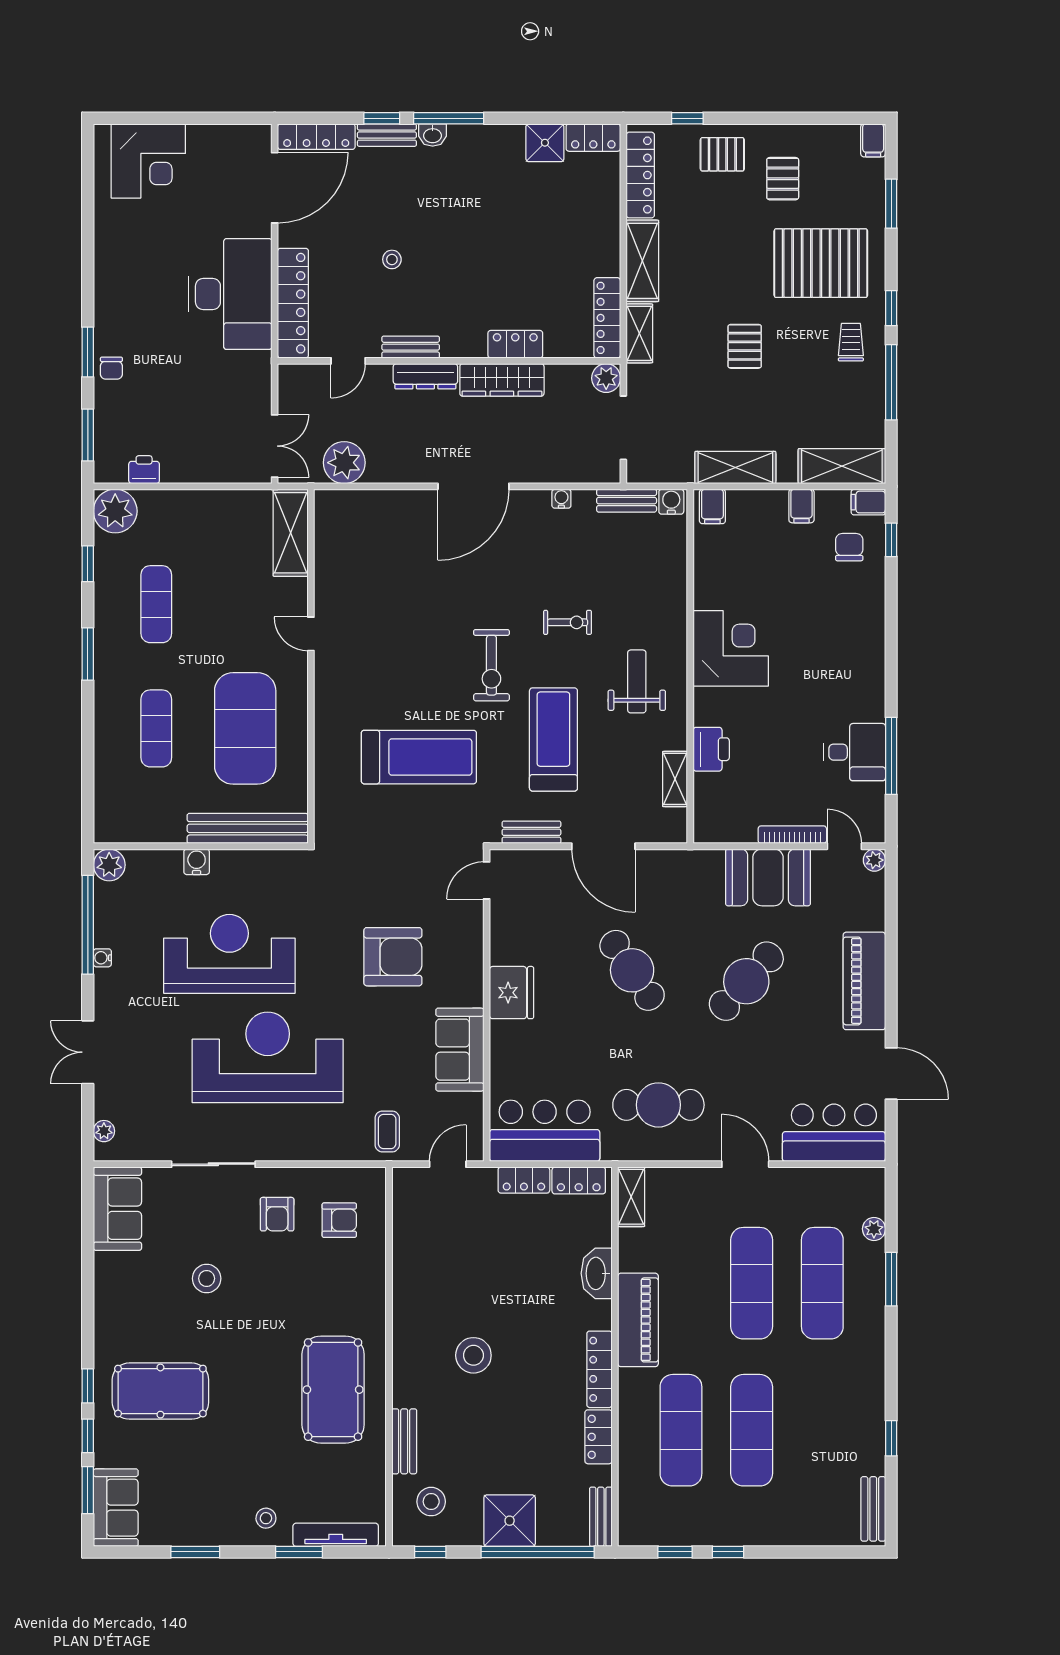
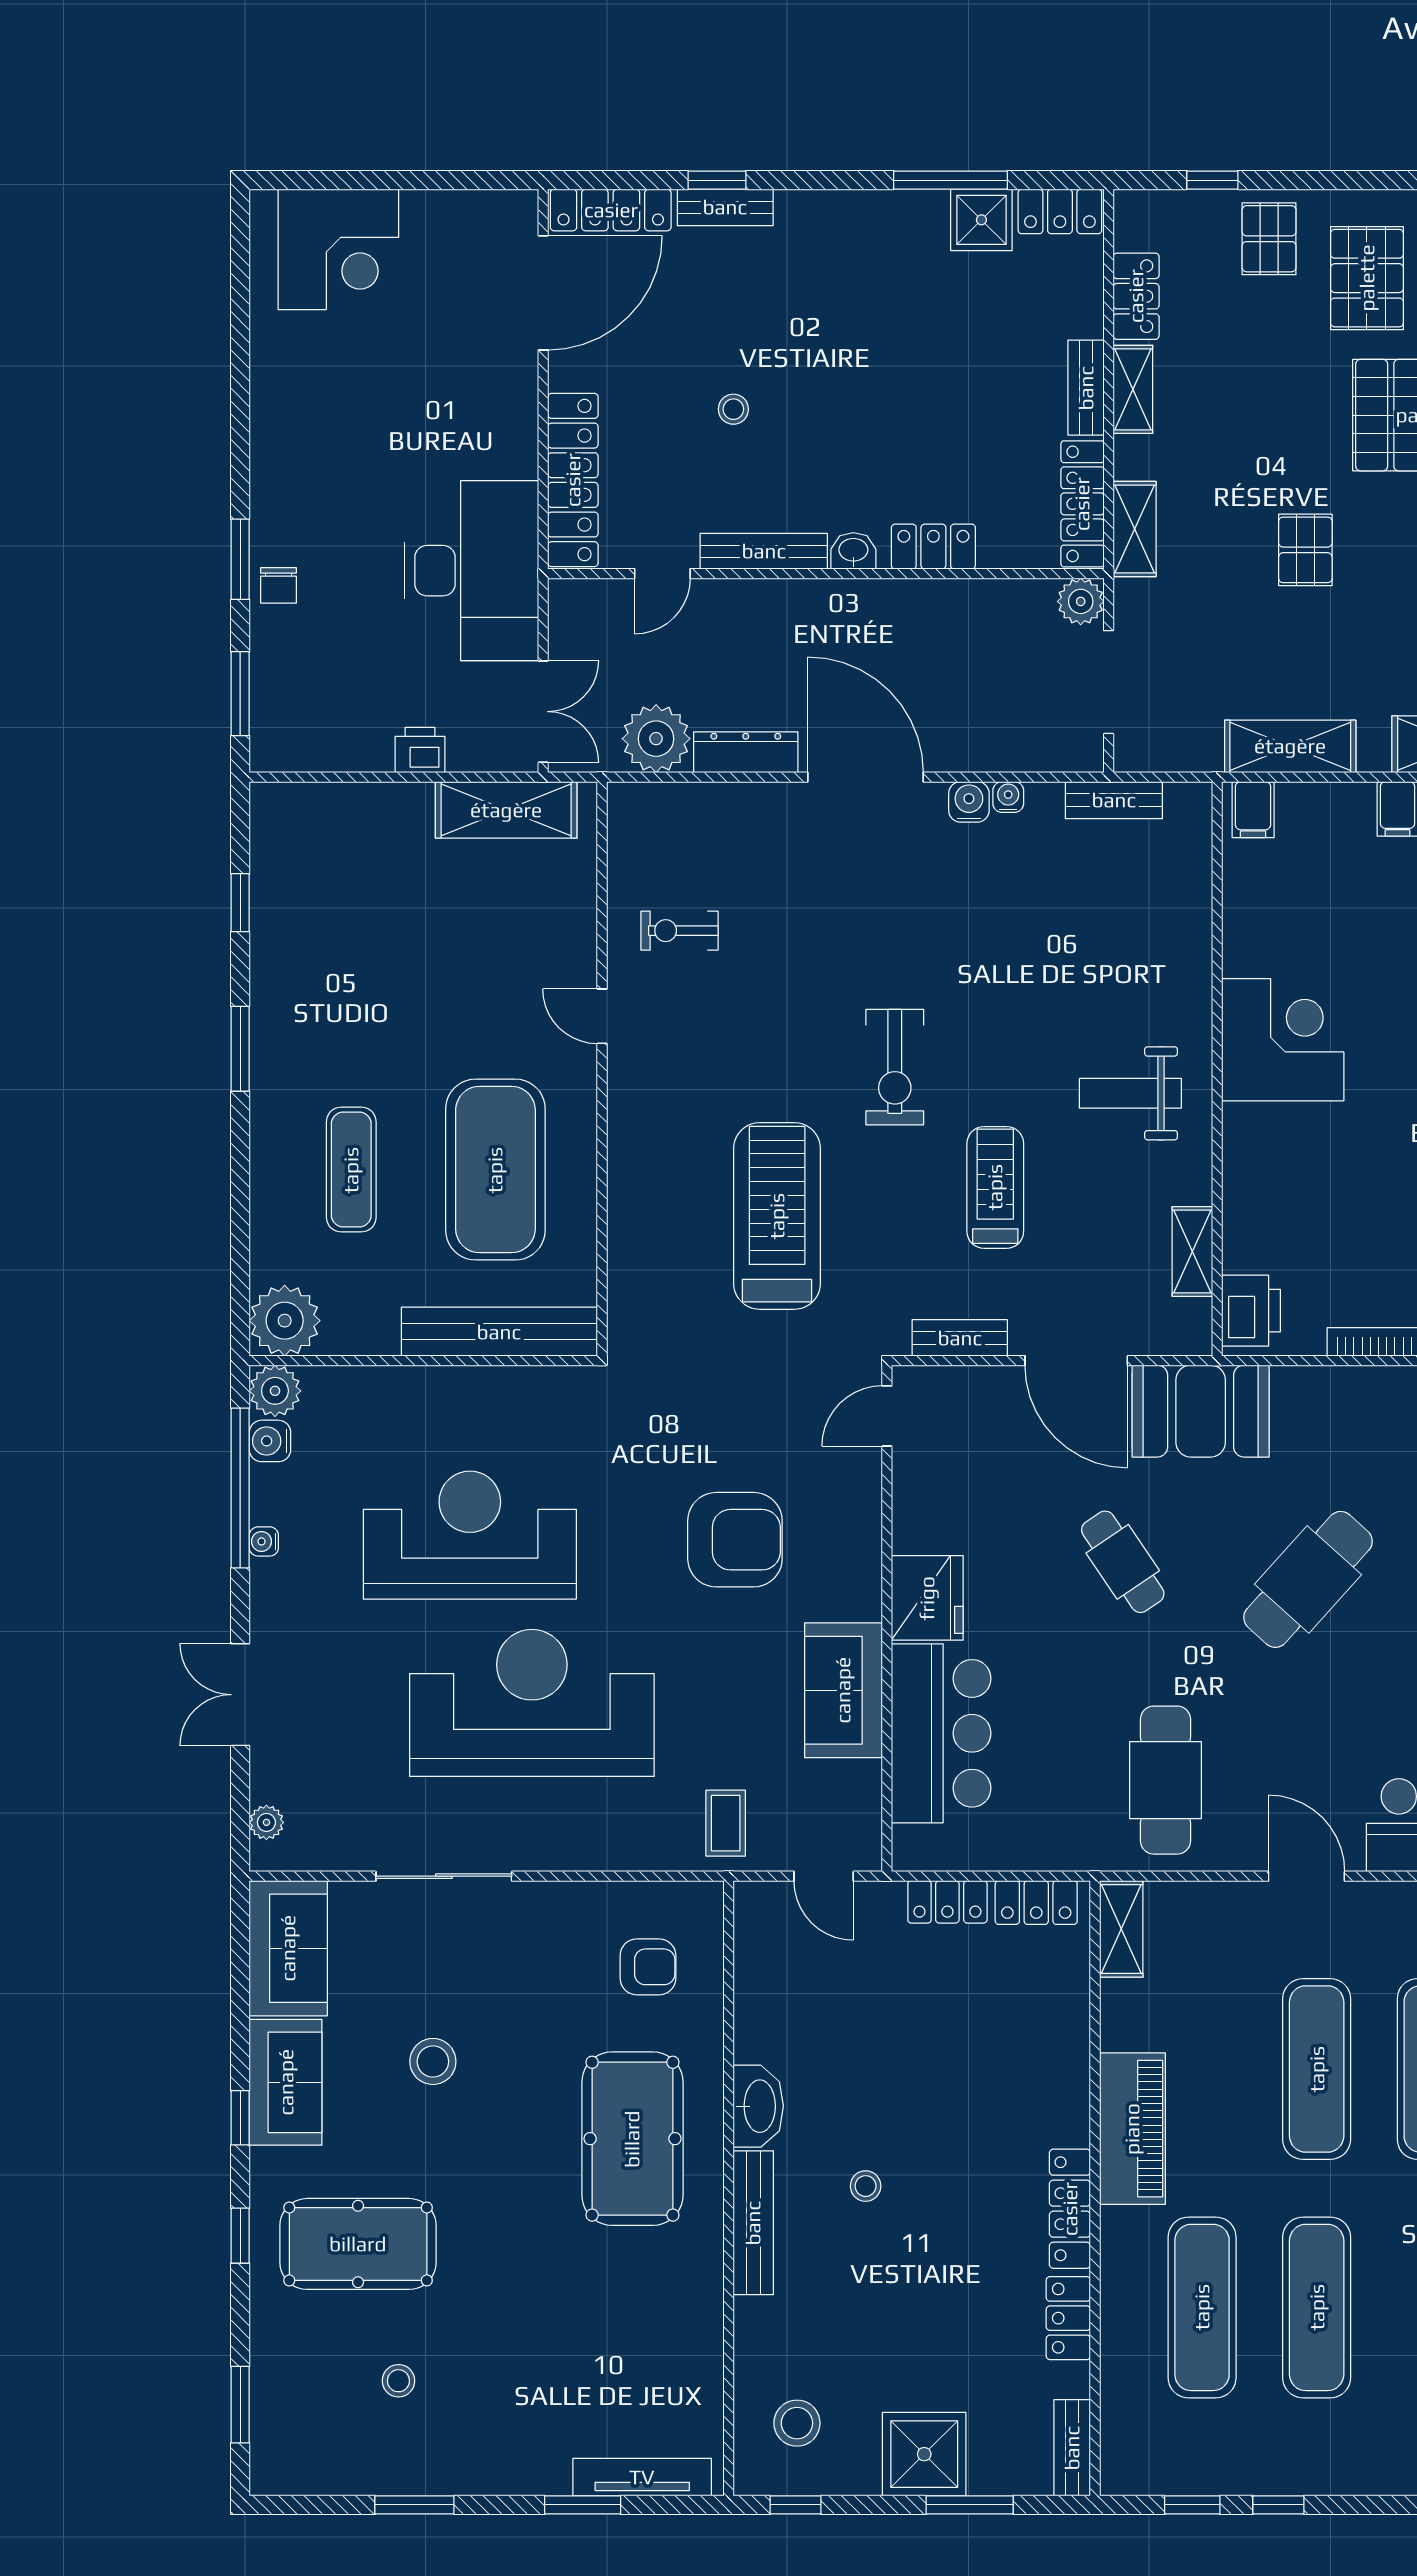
window: (449, 118) -> (951, 180), moved
washbasin: (433, 135) -> (853, 551), moved, turned 180
pallet: (722, 154) -> (1269, 239), turned 90
locker: (640, 175) -> (1136, 296), width x0.66
pallet: (783, 179) -> (1367, 278), width x1.50, depth x1.42
bench: (609, 246) -> (1086, 388), added
shelving: (642, 261) -> (1133, 389), width x0.67, depth x0.75
desk: (230, 294) -> (471, 571), moved
bench: (411, 347) -> (764, 551), width x1.36
dresser: (425, 376) -> (746, 752), moved, turned 180
wardrobe: (502, 380) -> (912, 604), removed
printer: (144, 470) -> (420, 750), moved
door: (473, 486) -> (866, 777), swing flipped
water cooler: (671, 502) -> (969, 802), moved
plant: (115, 511) -> (285, 1321), moved
shelving: (291, 533) -> (506, 810), moved, turned 90
exercise mat: (156, 604) -> (351, 968), removed
exercise bike: (568, 622) -> (680, 931), moved, turned 180
weight bench: (637, 681) -> (1130, 1093), turned -90
treadmill: (553, 739) -> (995, 1187), width x0.73, depth x0.73
printer: (711, 749) -> (1251, 1311), moved
treadmill: (419, 757) -> (777, 1216), turned -90
water cooler: (197, 862) -> (270, 1441), moved, turned -90
booth: (768, 877) -> (1201, 1411), moved
cafe table: (632, 970) -> (1123, 1562), width x0.73, depth x0.74
cafe table: (658, 1105) -> (1165, 1780), turned 90
bar counter: (545, 1131) -> (941, 1733), moved, turned 90
door: (448, 1164) -> (824, 1876), swing flipped
armchair: (277, 1214) -> (547, 1957), removed
washbasin: (597, 1273) -> (758, 2106), moved, turned 180
stool: (473, 1355) -> (866, 2186), width x0.53, depth x0.53
pool table: (333, 1390) -> (632, 2139), moved
window: (88, 1436) -> (240, 2118), moved
bench: (404, 1441) -> (753, 2223), moved, width x1.36
sofa: (116, 1508) -> (286, 2082), moved
stool: (266, 1518) -> (398, 2381), moved
window: (538, 1552) -> (970, 2505), width x0.47

